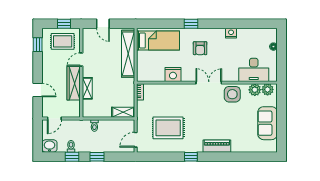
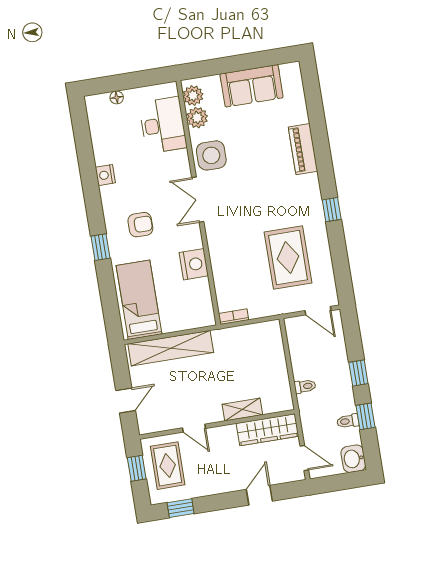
wardrobe: (74, 83) -> (267, 430), moved
shelving: (123, 112) -> (274, 340), removed
piano: (217, 146) -> (303, 149), moved

